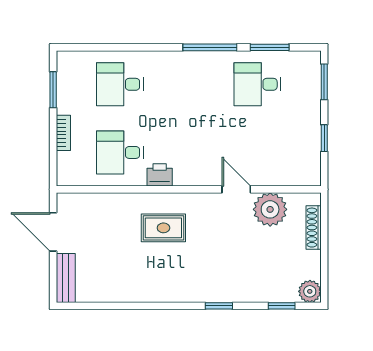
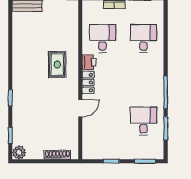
locker: (193, 176) -> (88, 83), added
plant: (270, 209) -> (68, 129), removed

